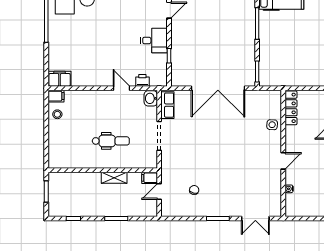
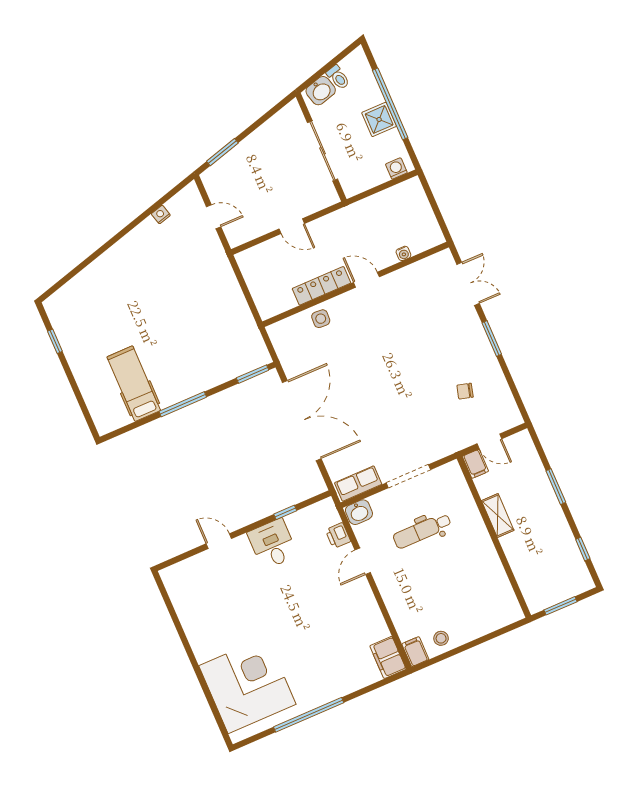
locker: (291, 108) -> (321, 286), moved
dental chair: (111, 141) -> (422, 531), moved, turned -90

